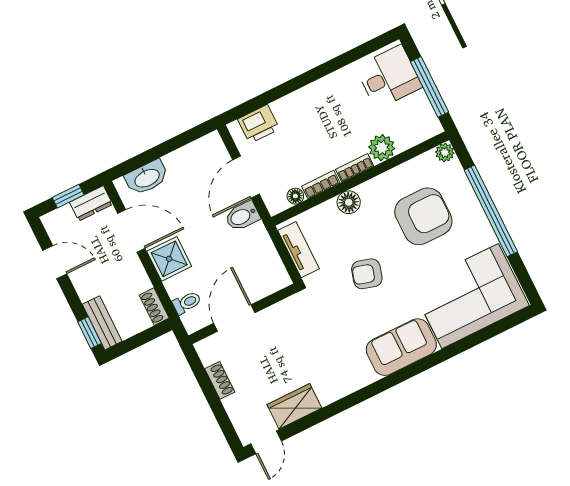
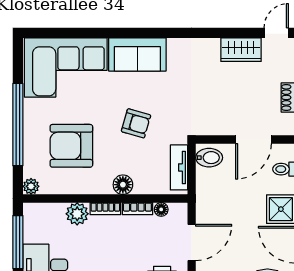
bidet: (242, 216) -> (209, 158), moved

